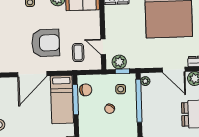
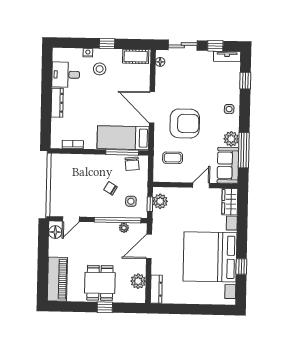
armchair: (46, 43) -> (185, 123), turned -90
door: (103, 47) -> (201, 185), moved
door: (174, 70) -> (149, 246), moved
plant: (145, 81) -> (124, 228), moved

